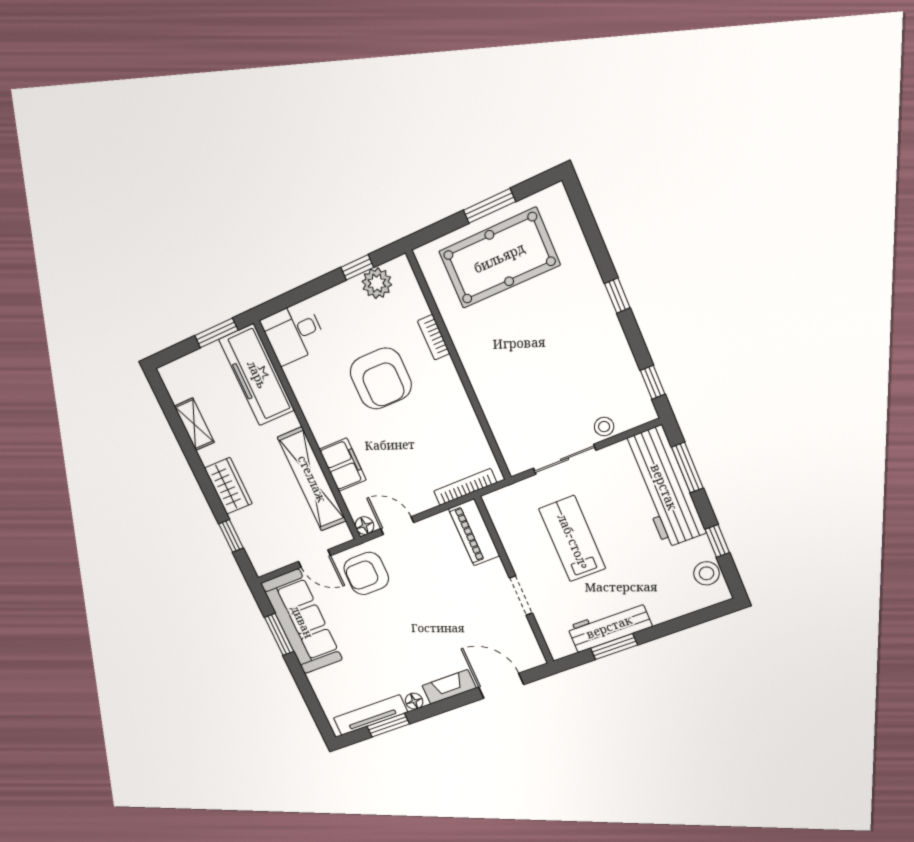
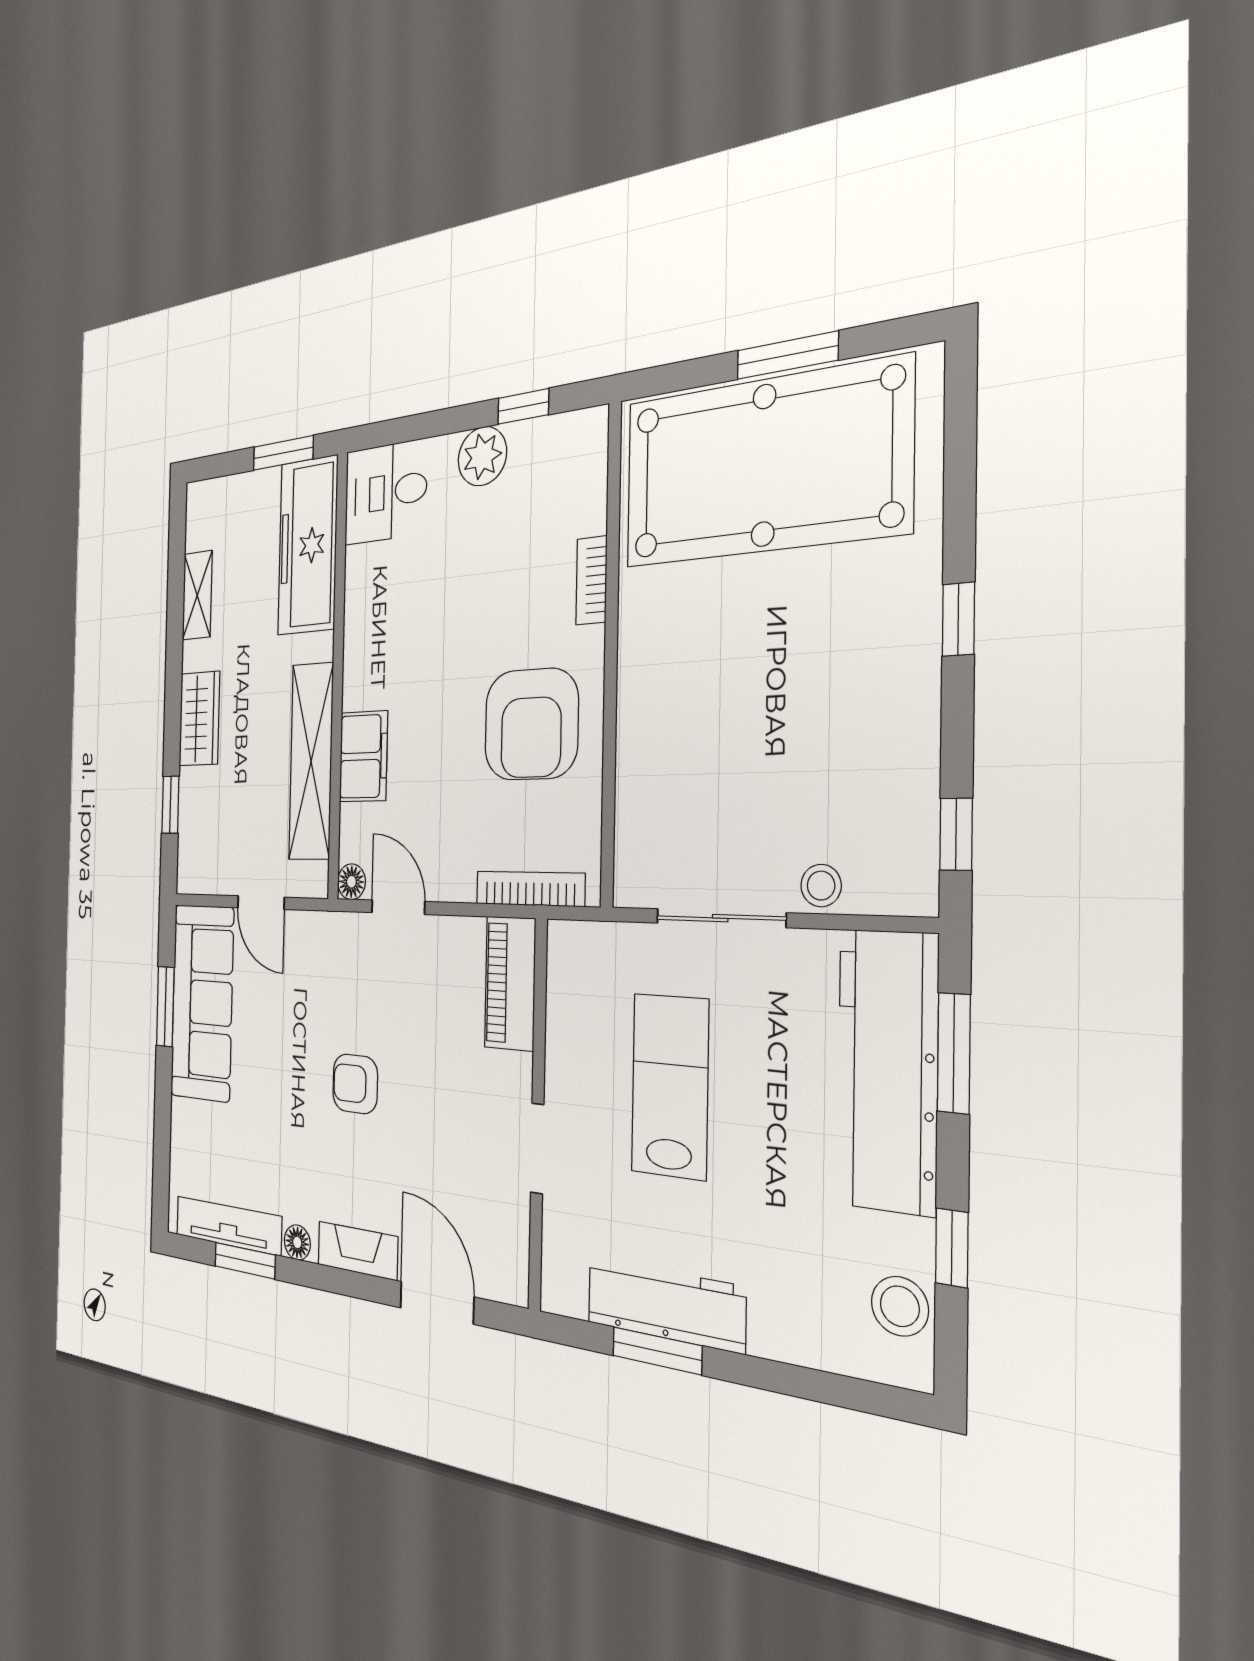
pool table: (499, 258) -> (764, 465), width x1.36, depth x1.32
plant: (377, 283) -> (482, 456), moved
armchair: (381, 379) -> (531, 724), moved
armchair: (366, 573) -> (355, 1084), moved, width x0.72, depth x0.72

